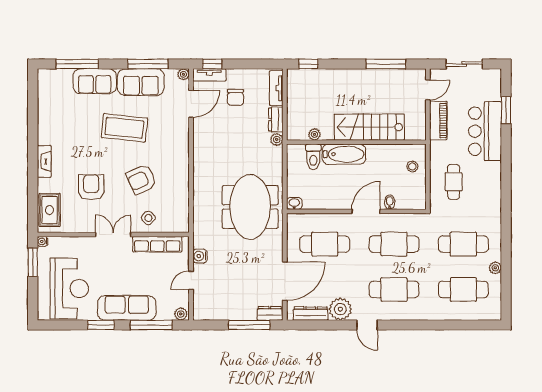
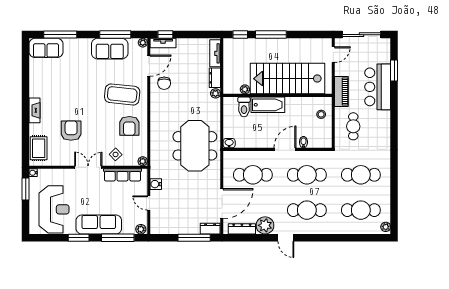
window: (386, 64) -> (271, 35), moved
sliding door: (464, 64) -> (362, 35), width x1.37
sofa: (95, 81) -> (46, 48), moved
chair: (235, 97) -> (164, 83), moved
piano: (438, 120) -> (341, 91), moved
stairs: (369, 127) -> (288, 79), width x1.36, depth x1.51
coffee table: (124, 128) -> (122, 94), moved
armchair: (141, 179) -> (129, 126), moved, turned -65
plant: (183, 227) -> (143, 161), added
plant: (495, 268) -> (386, 227), moved
door: (191, 280) -> (149, 203), hinge flipped

